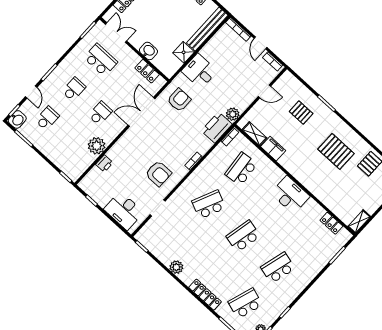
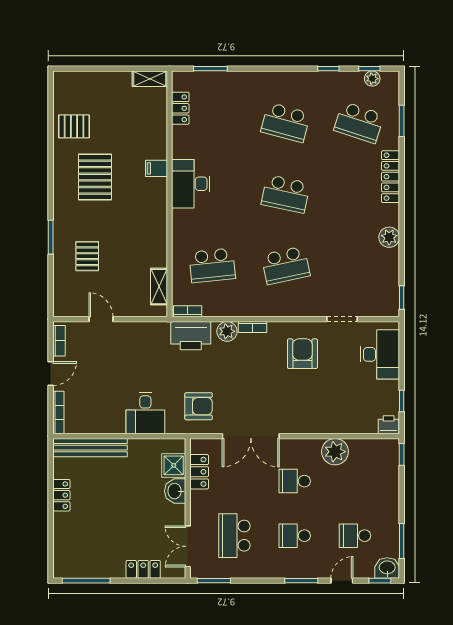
shower: (184, 52) -> (174, 465), moved
armchair: (179, 100) -> (199, 406), turned 180
plant: (233, 114) -> (227, 331), moved
filing cabinet: (273, 149) -> (156, 168), moved, width x0.50
printer: (104, 164) -> (389, 425), moved
school desk: (209, 204) -> (286, 265), turned -36

